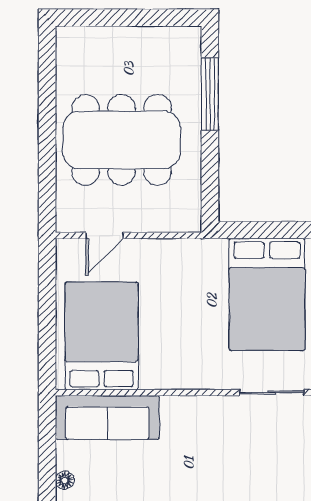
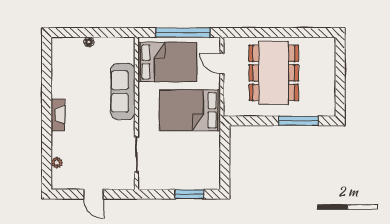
bed: (267, 294) -> (190, 110), moved
window: (47, 307) -> (183, 32), added
sofa: (107, 417) -> (123, 92), moved

